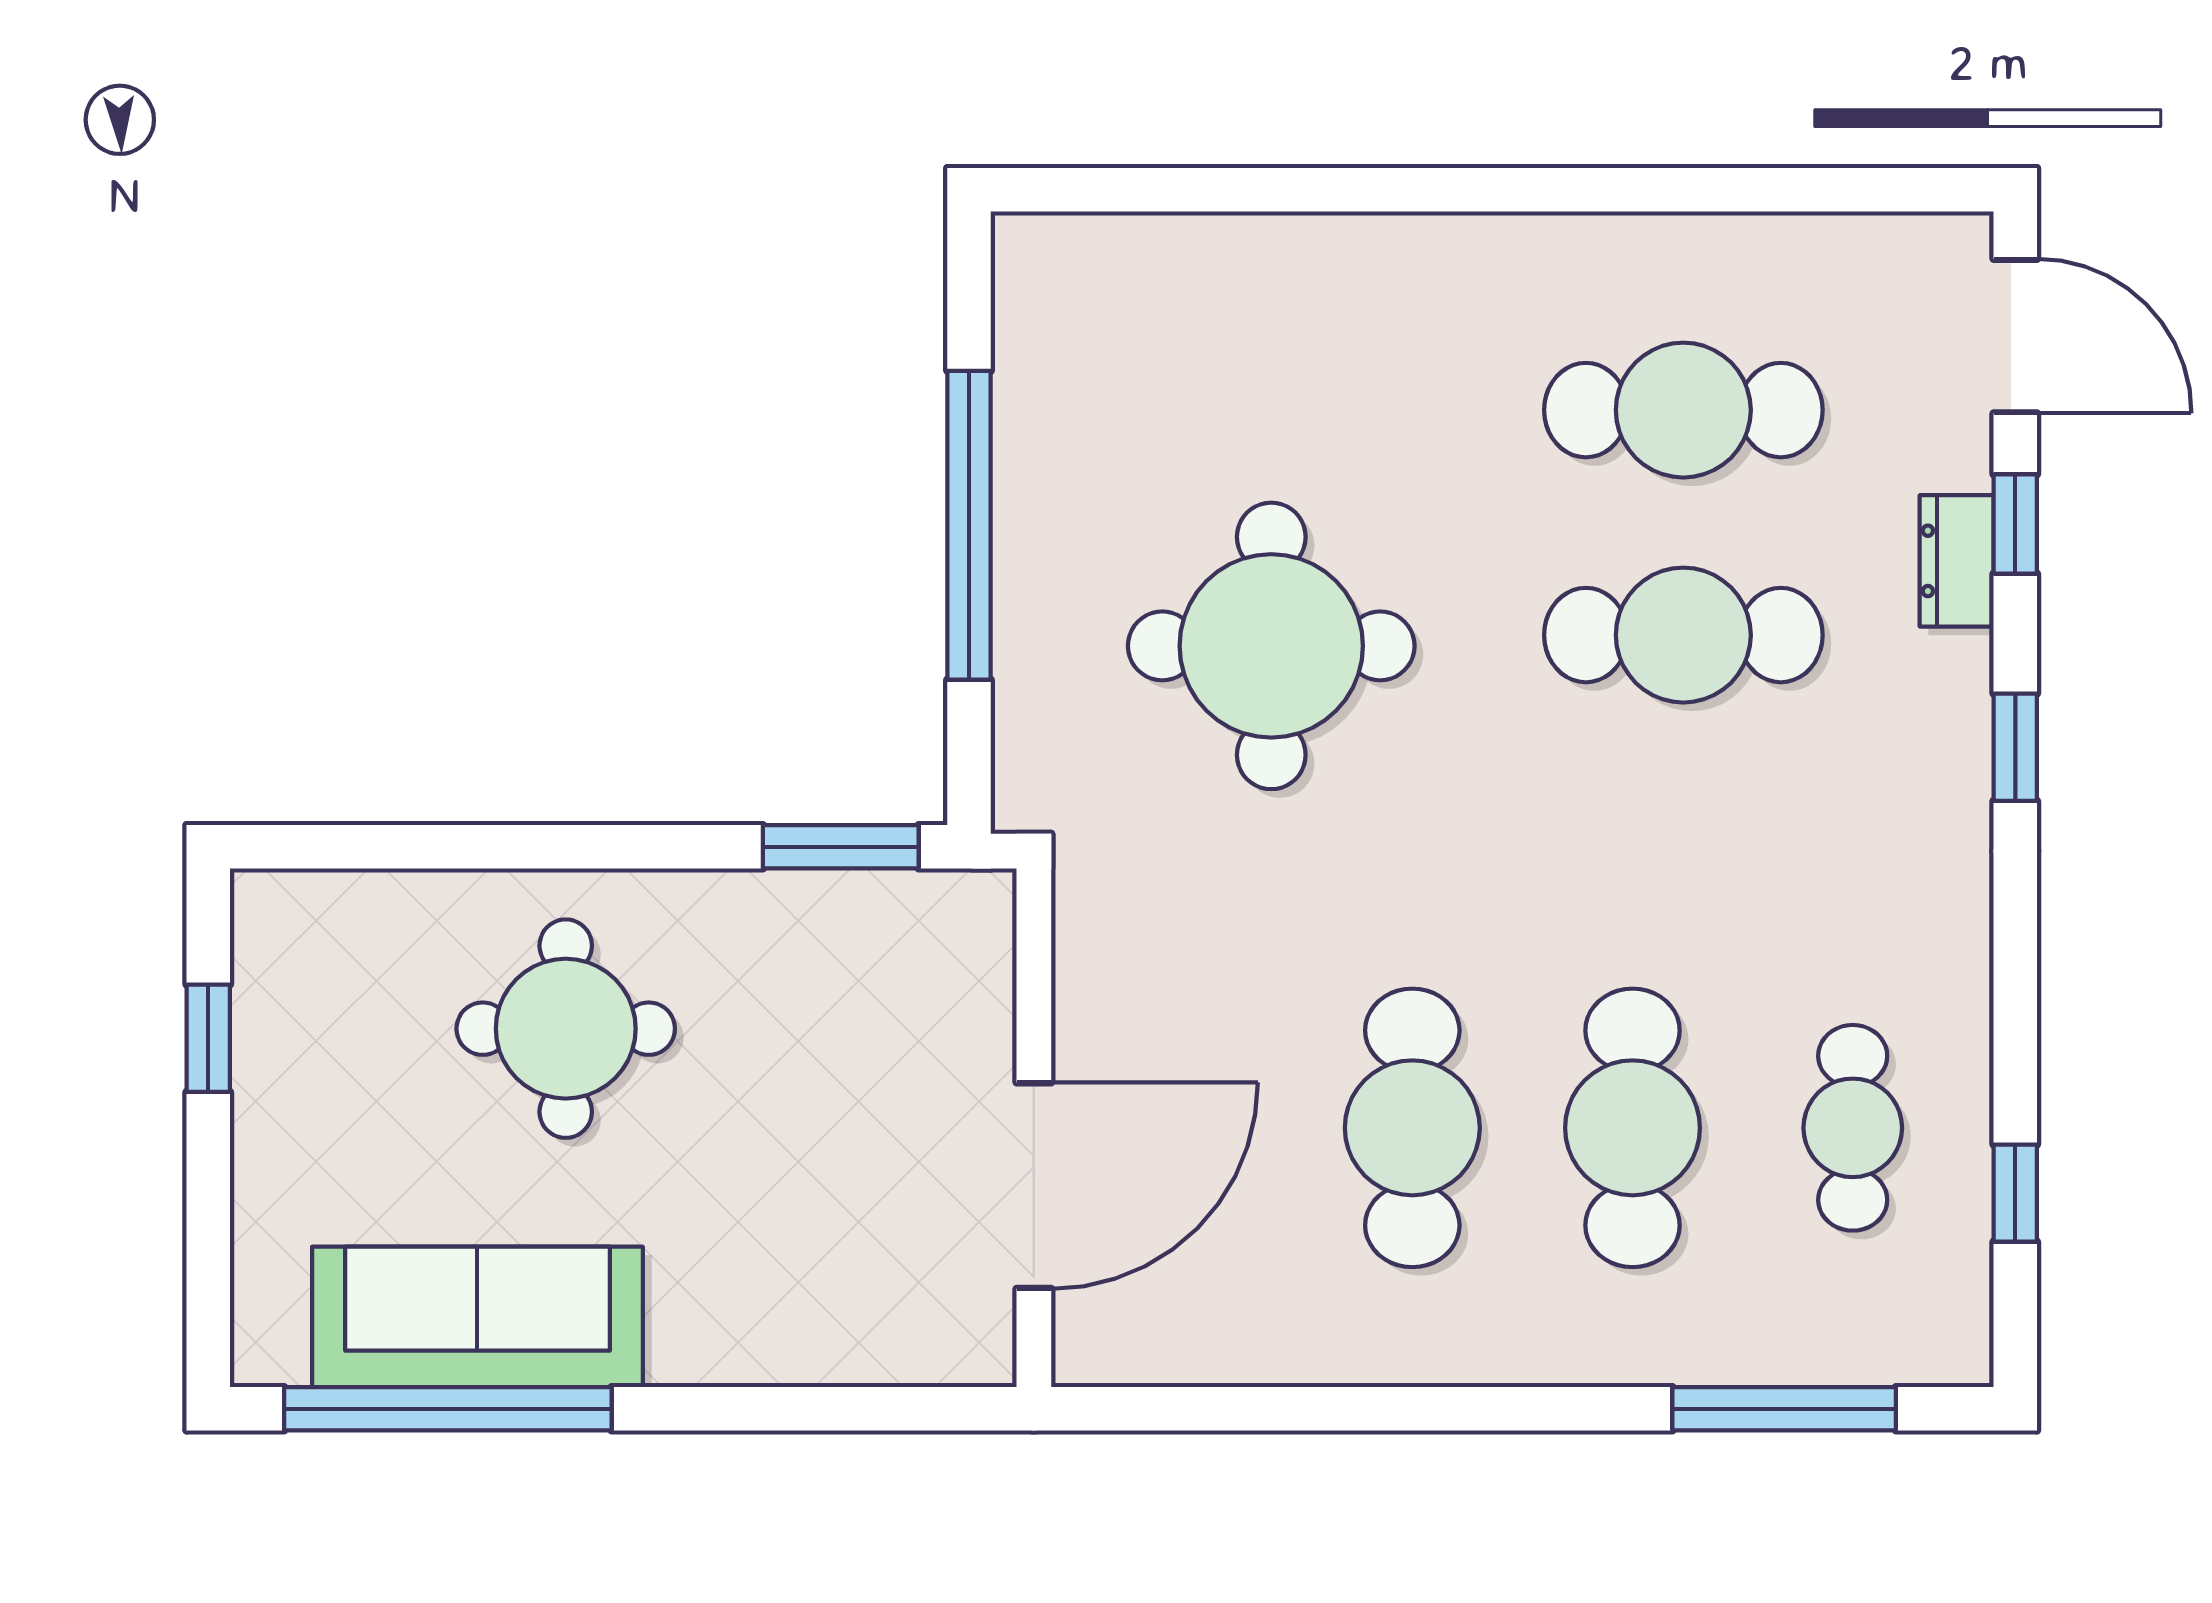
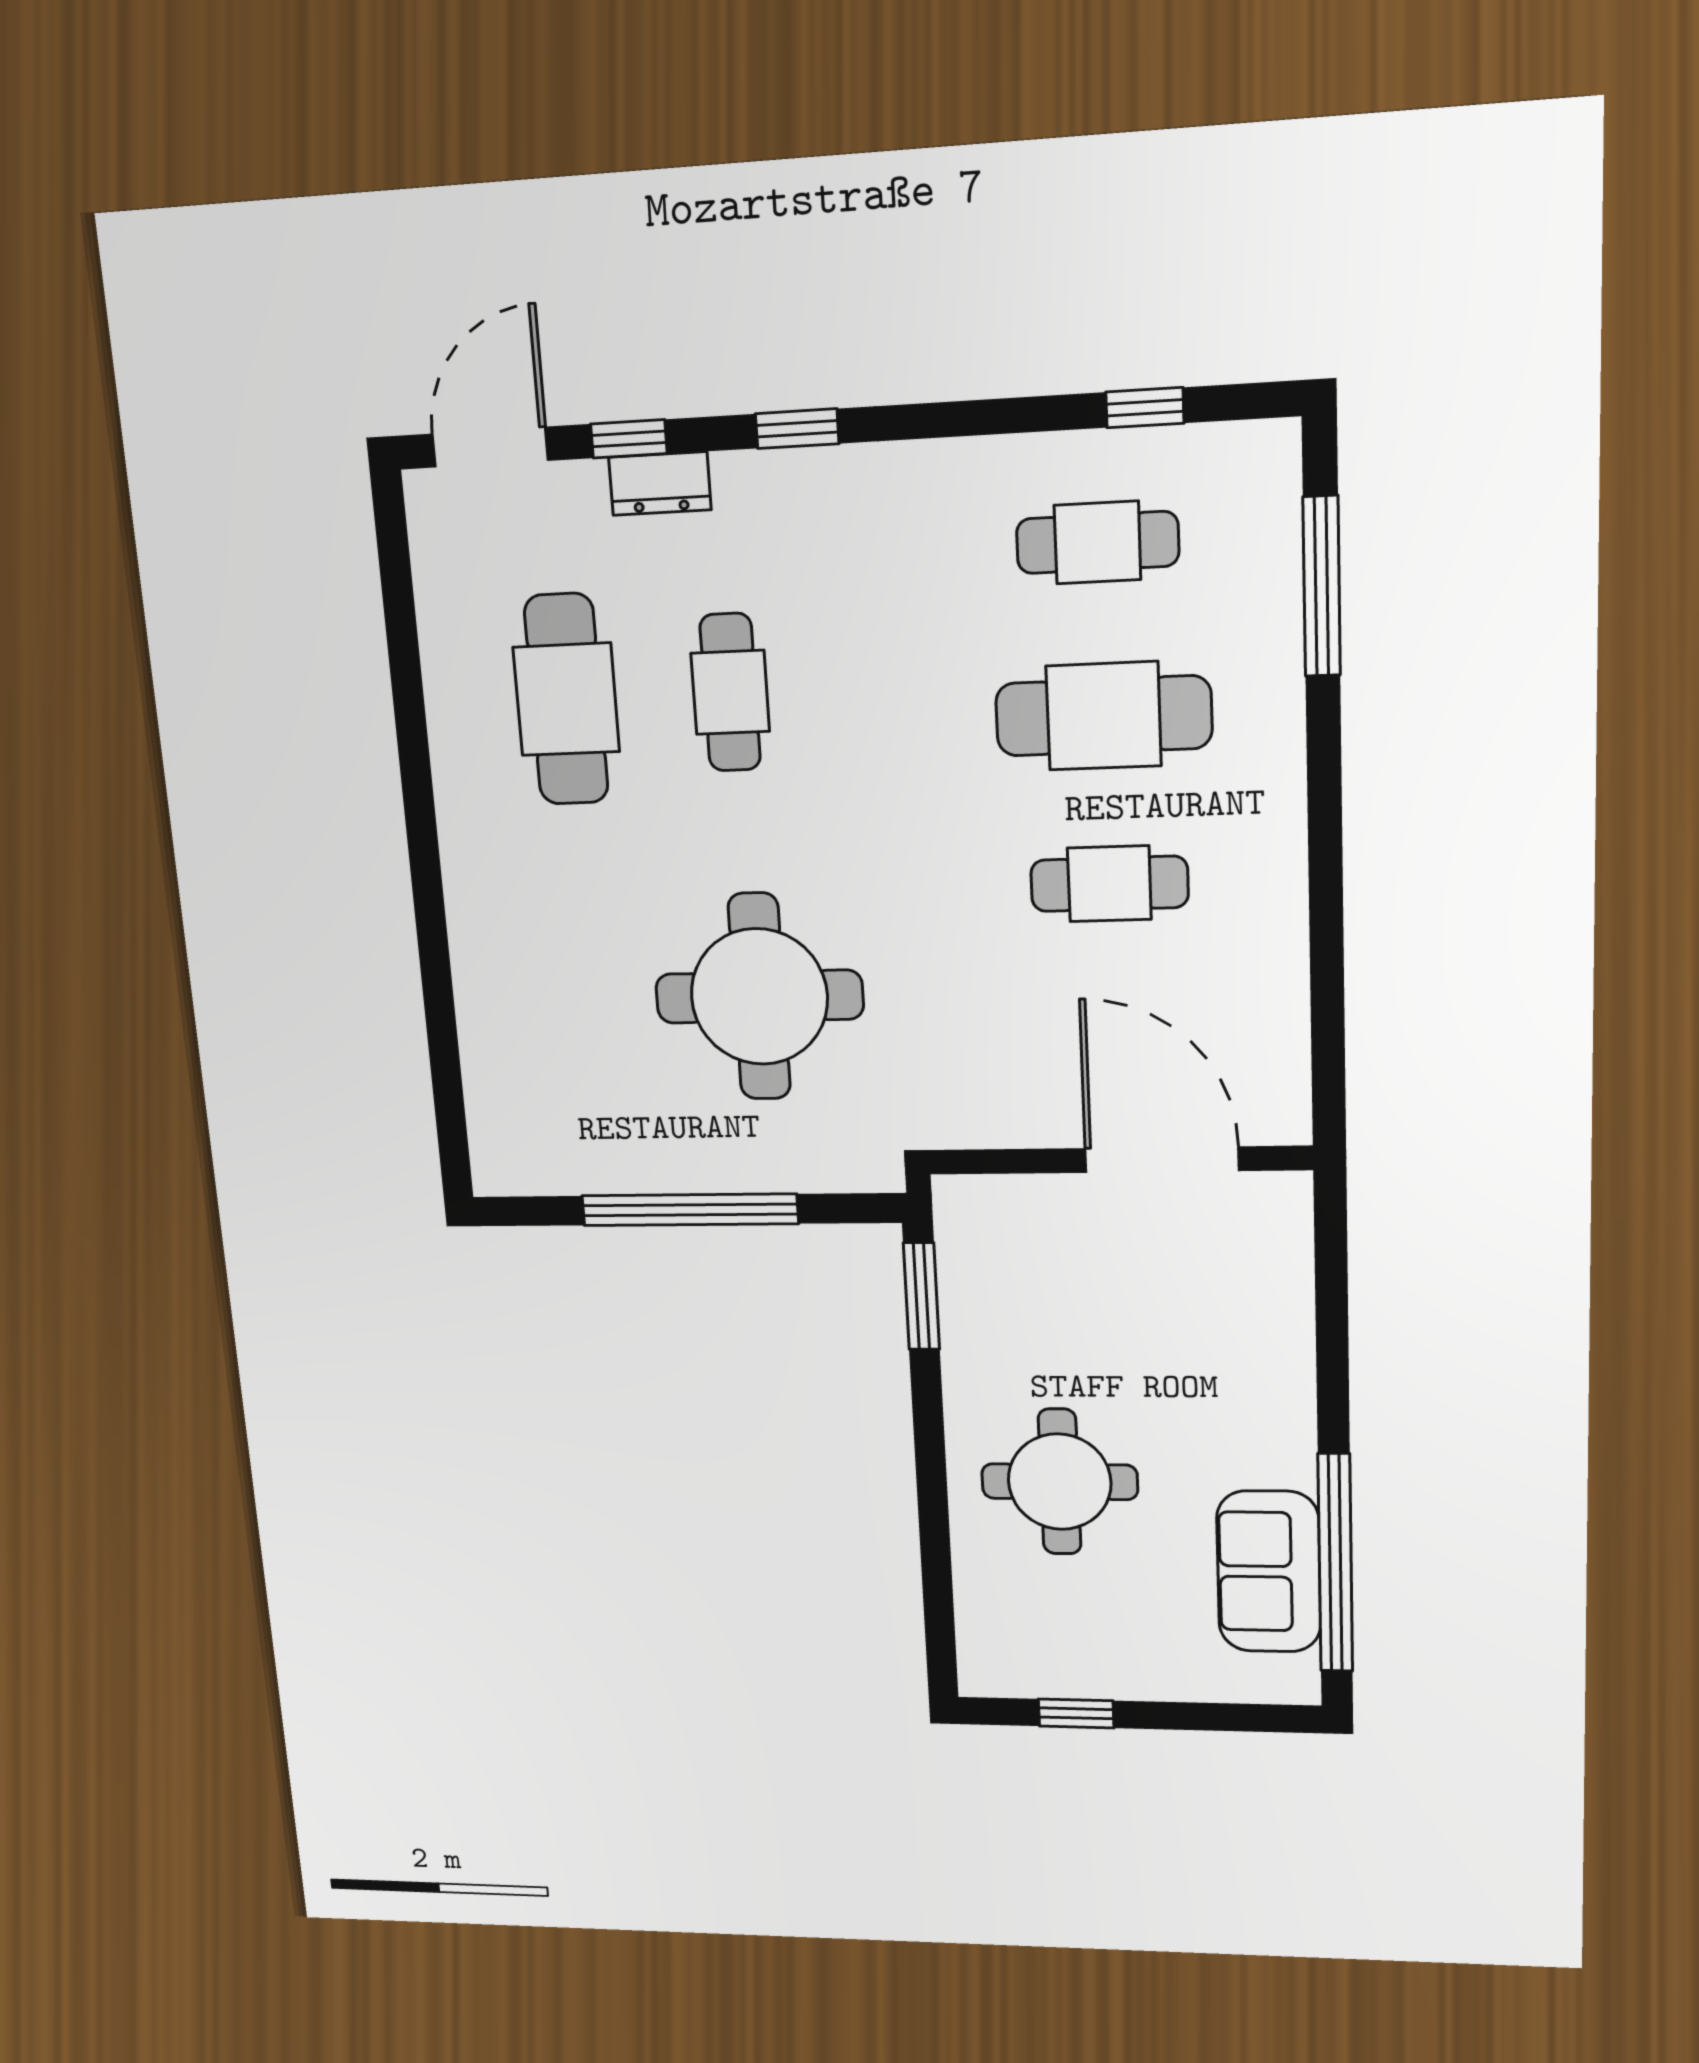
cafe table: (1683, 635) -> (730, 692), width x0.73, depth x0.74
cafe table: (1412, 1128) -> (1109, 884), width x0.73, depth x0.74
sofa: (477, 1317) -> (1269, 1572), width x0.73

